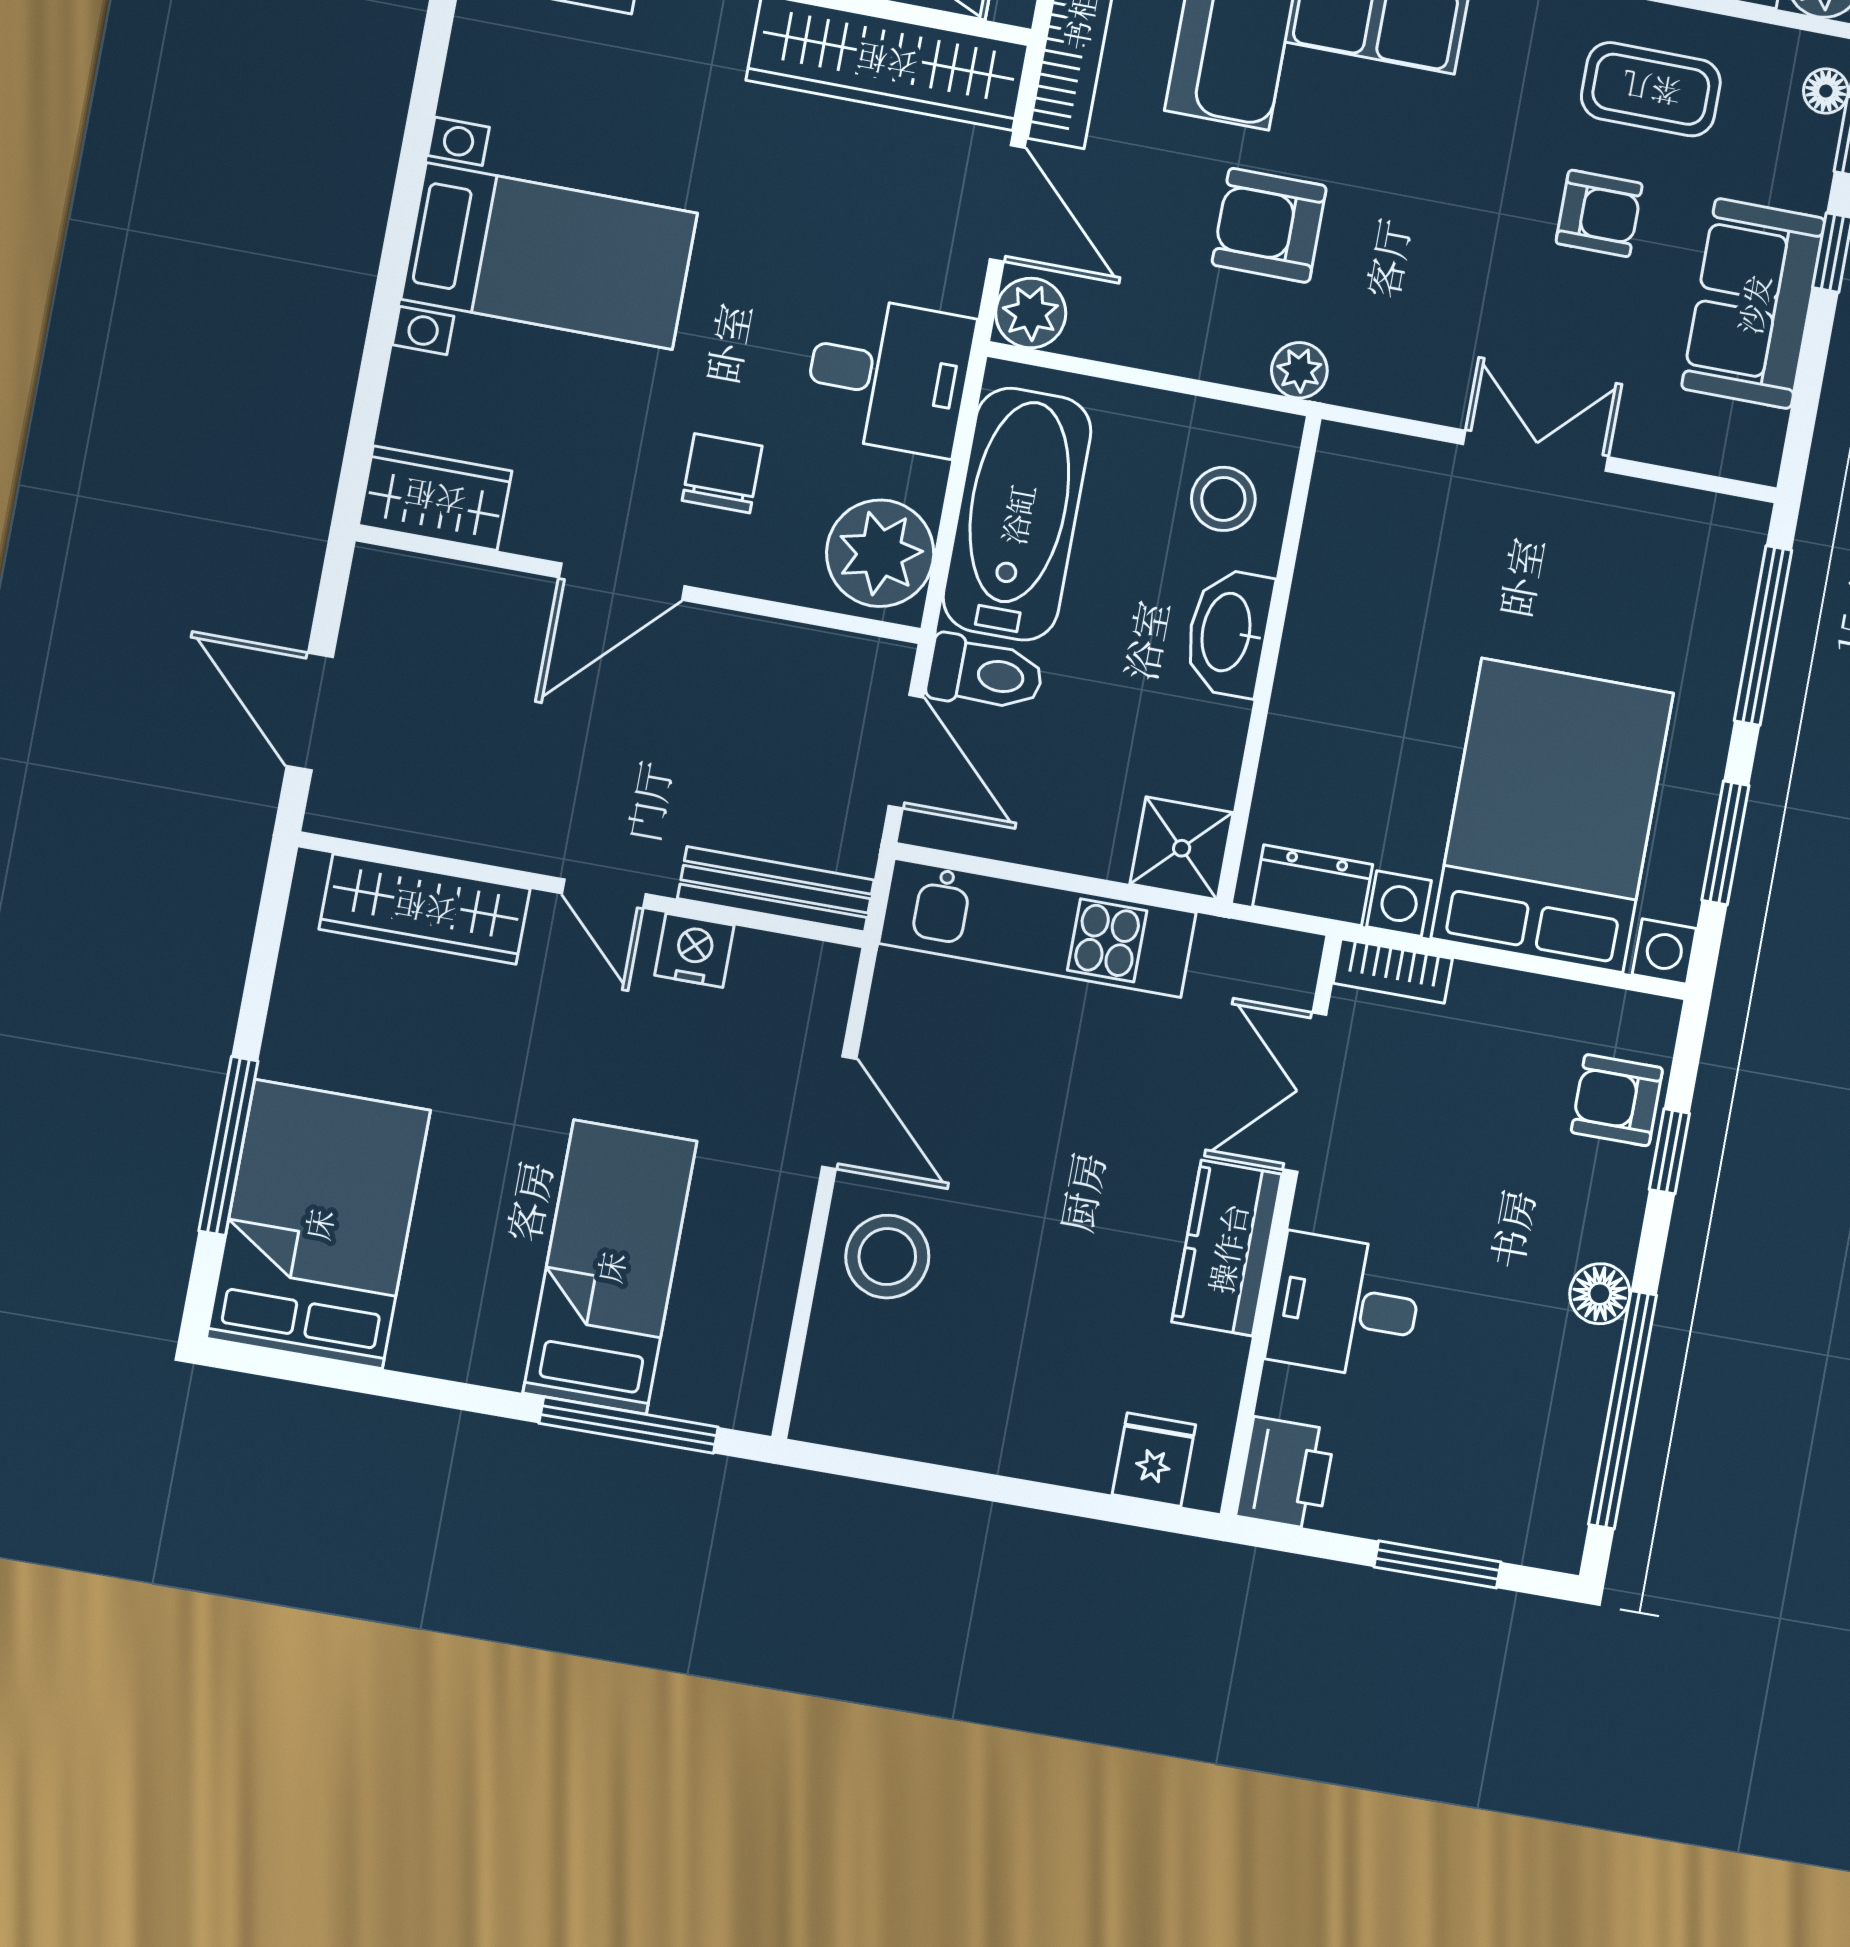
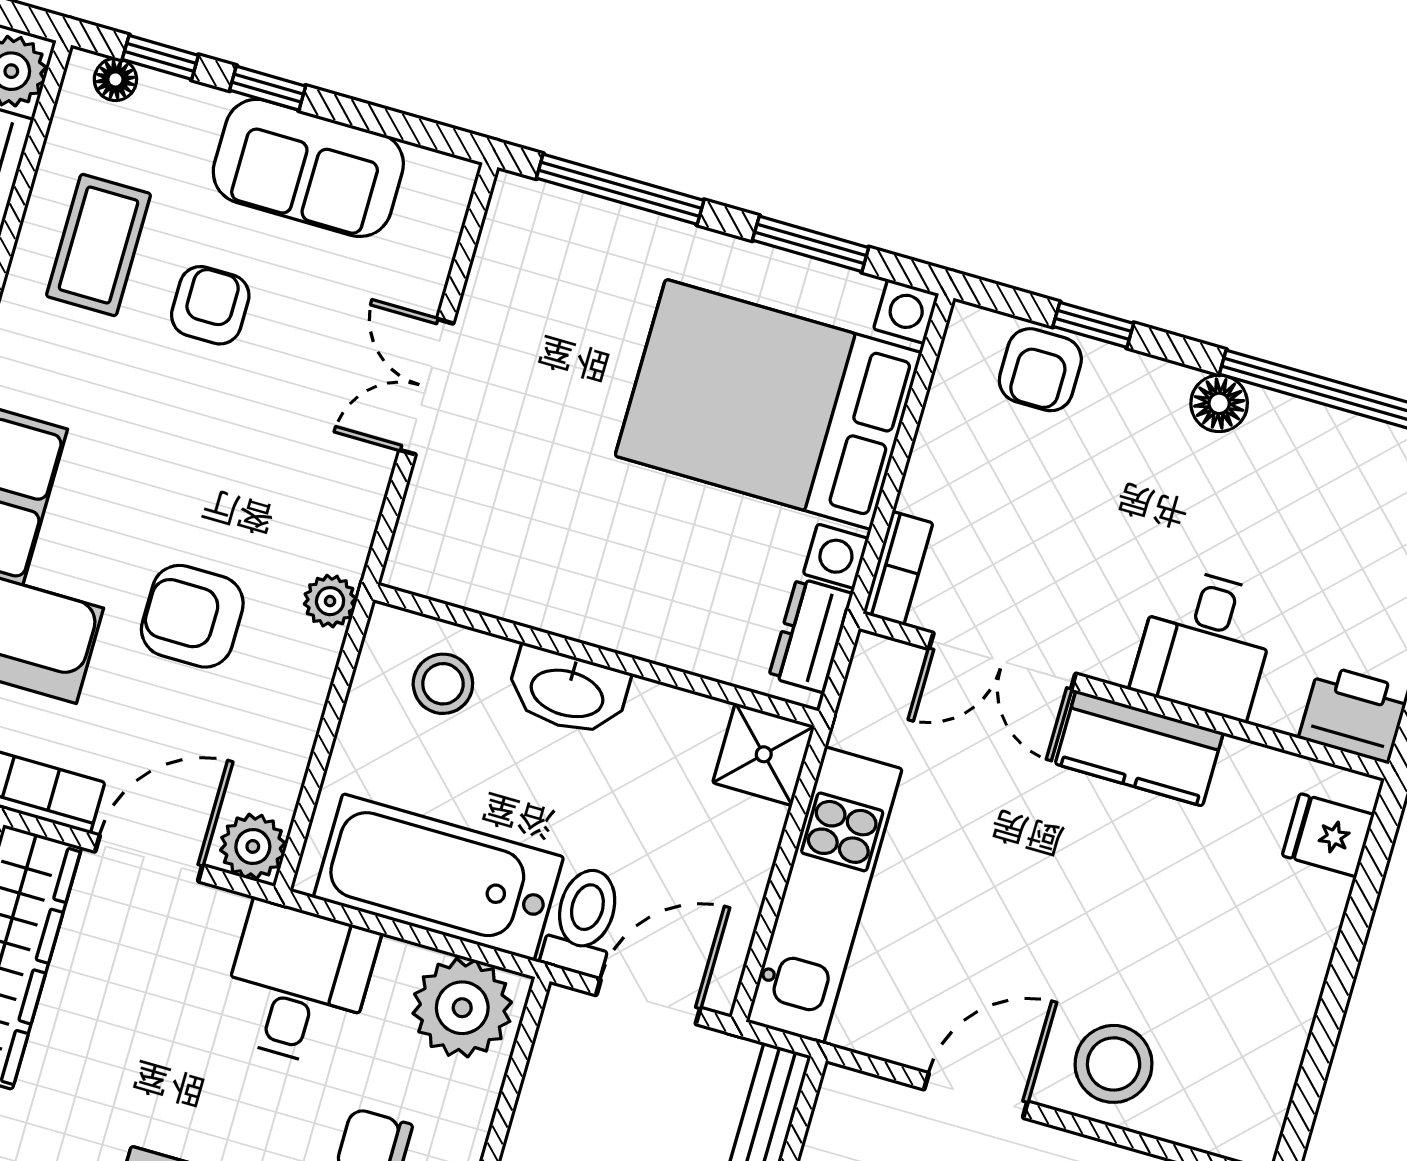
armchair: (1269, 225) -> (192, 616), turned 90

